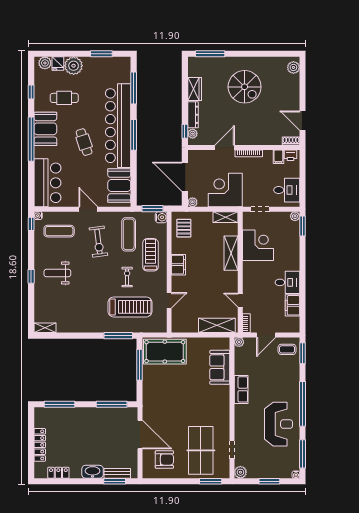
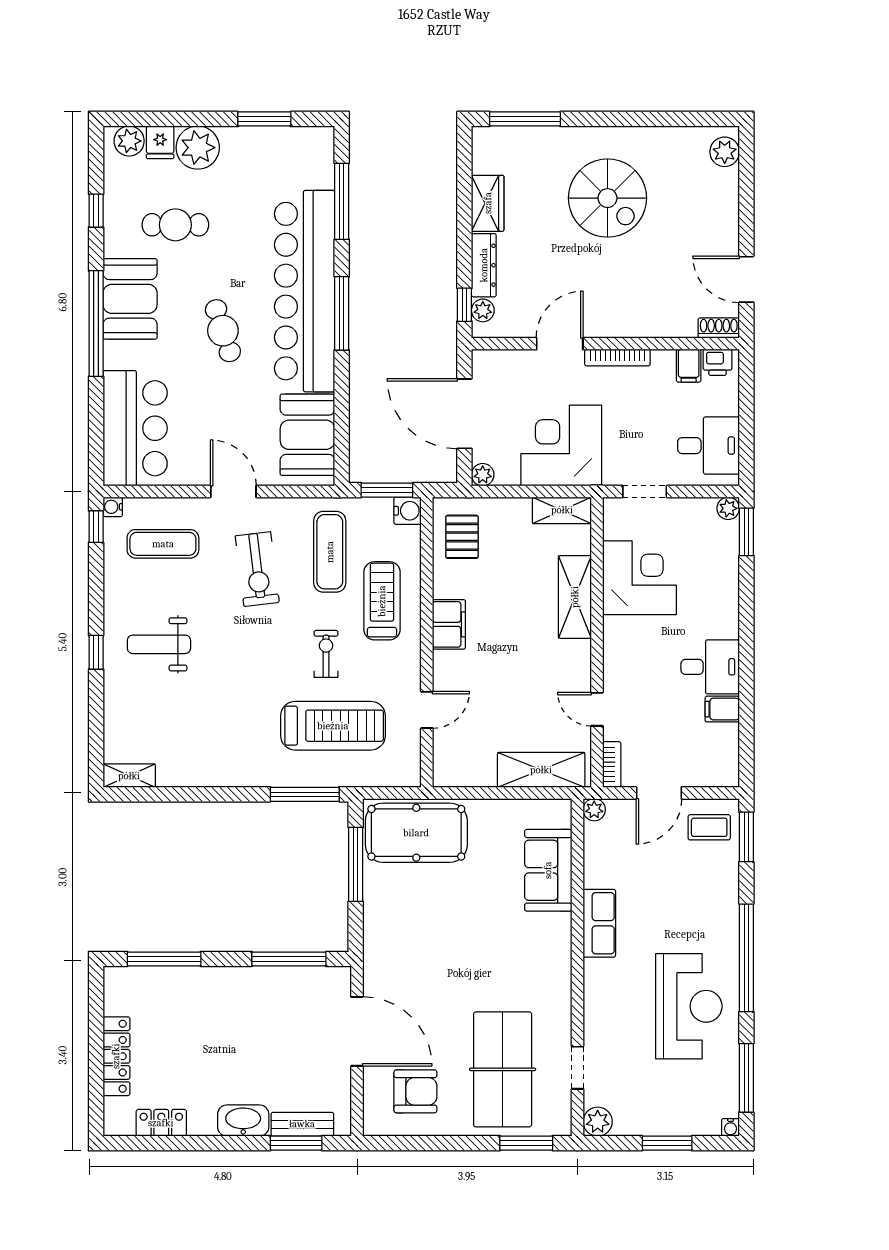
filing cabinet: (292, 305) -> (722, 709), width x0.50

